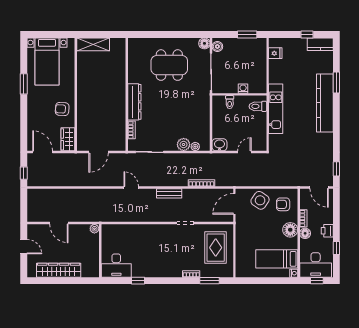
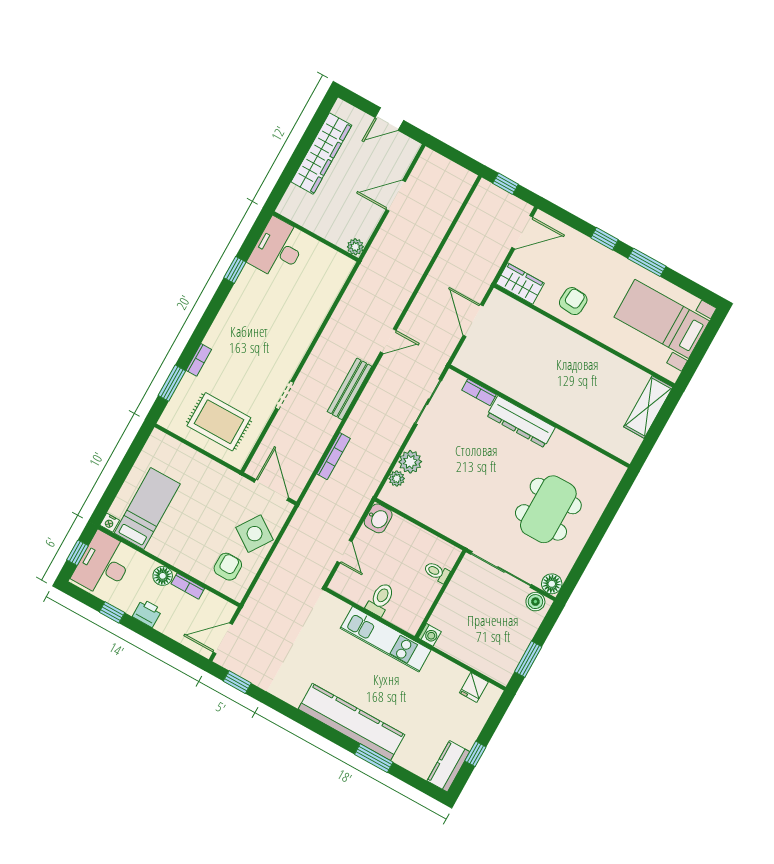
washing machine: (243, 89) -> (430, 635), moved
toilet: (258, 106) -> (380, 599), moved
window: (24, 111) -> (604, 239), added
bench: (169, 193) -> (350, 389), width x1.36
floor lamp: (290, 230) -> (181, 555), removed

